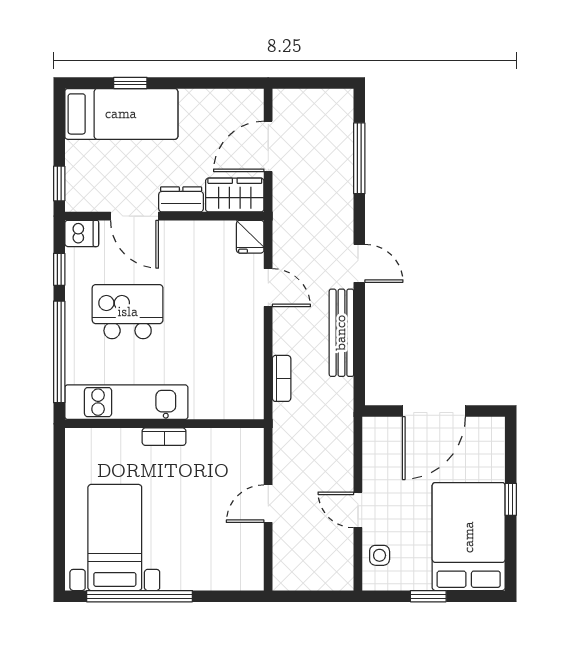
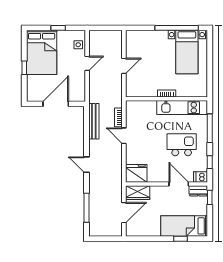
dresser: (181, 199) -> (198, 191), moved
fridge: (250, 237) -> (136, 173), width x1.88, depth x1.34
door: (268, 288) -> (124, 136), moved
kitchen island: (128, 312) -> (182, 145), turned 180
bench: (341, 333) -> (94, 121), moved
window: (59, 352) -> (210, 128), width x0.68
door: (358, 510) -> (87, 63), hinge flipped

